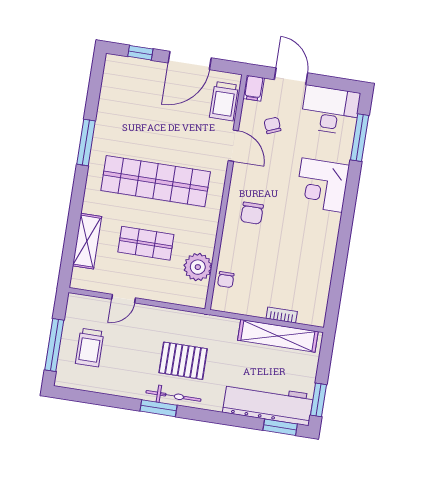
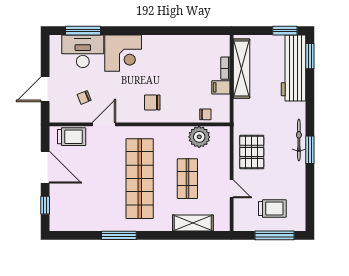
filing cabinet: (254, 88) -> (221, 87), moved, turned 180
desk: (330, 110) -> (83, 51), moved, turned 90
chair: (252, 213) -> (152, 102), turned 180
pallet: (183, 361) -> (252, 152), moved

